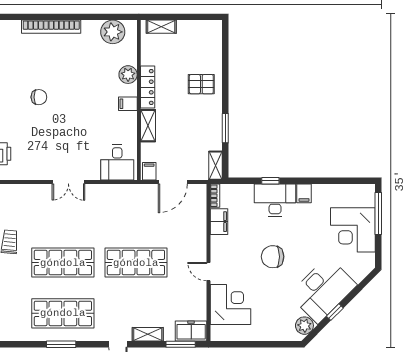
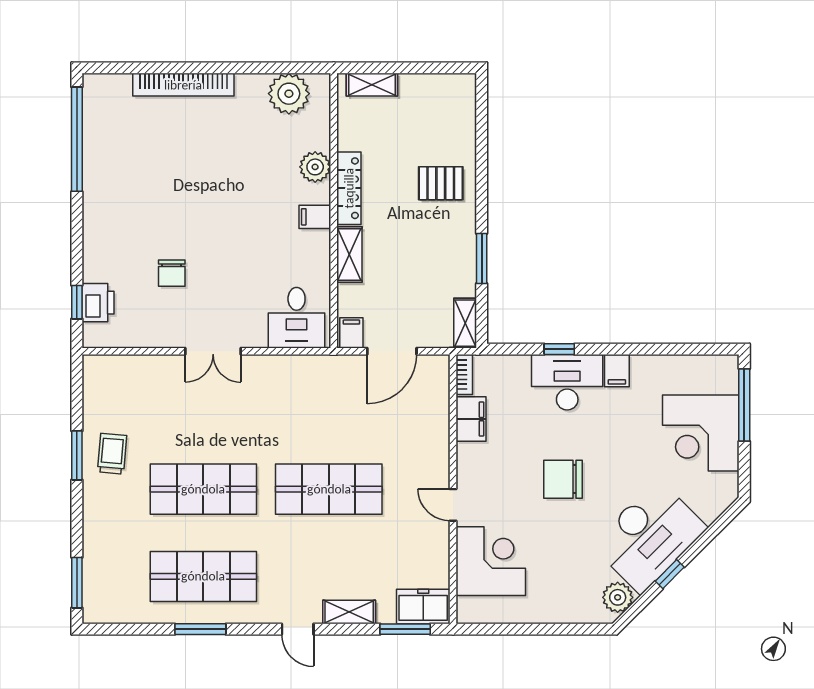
chair: (39, 97) -> (172, 273), moved, turned 90

